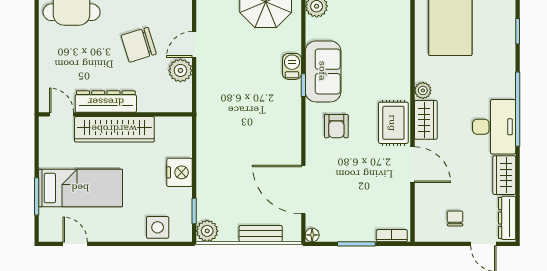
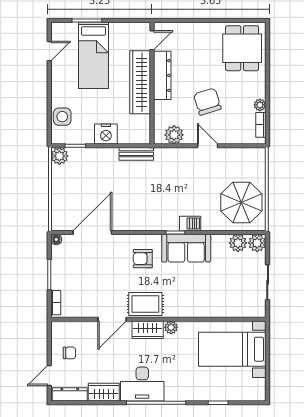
plant: (180, 70) -> (174, 135), moved
bench: (261, 234) -> (136, 154), moved, turned 90

